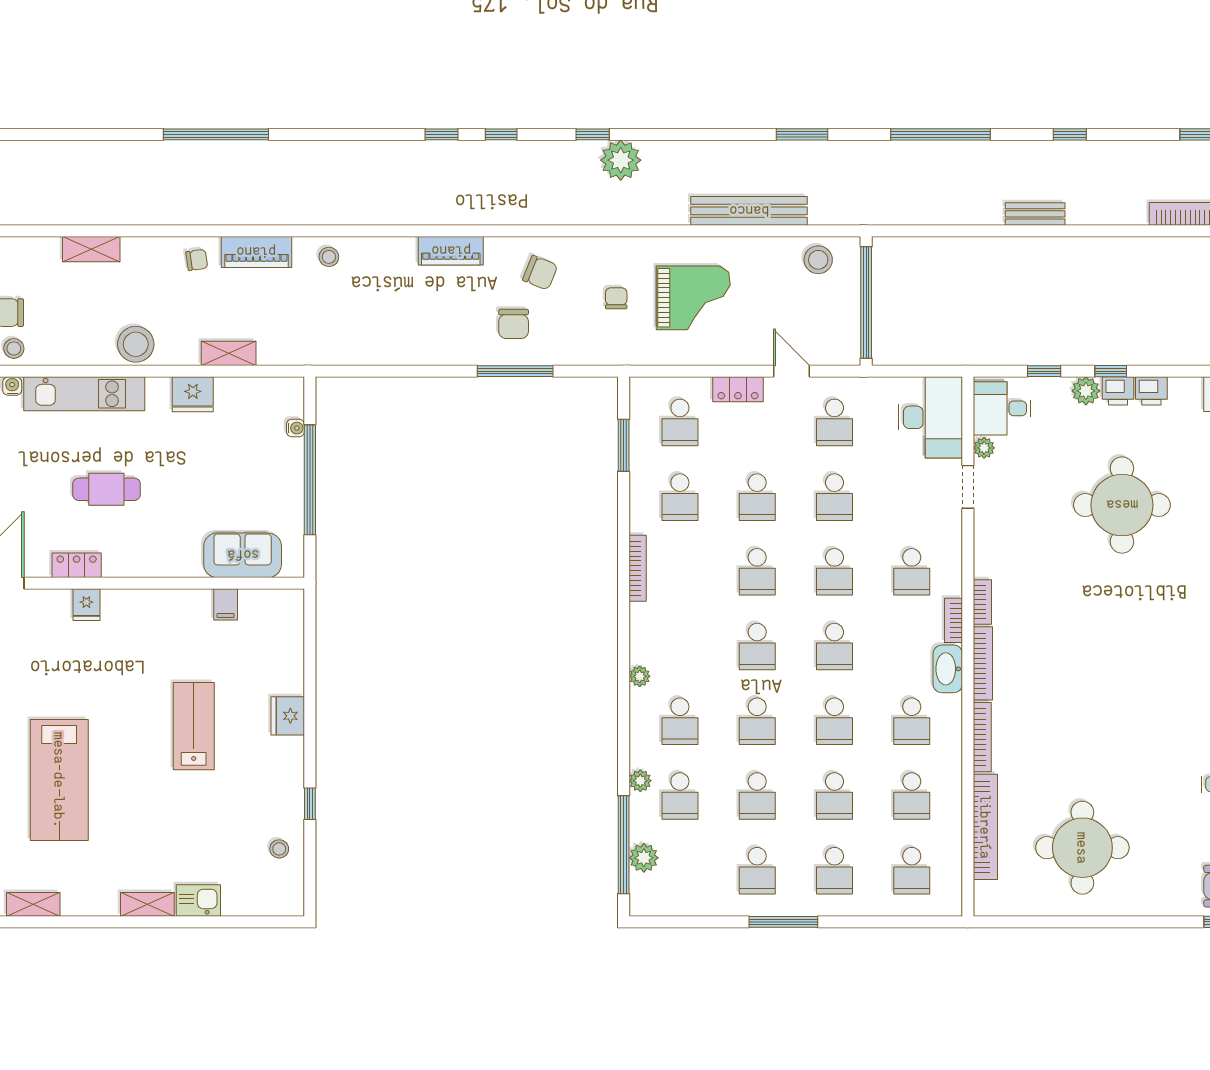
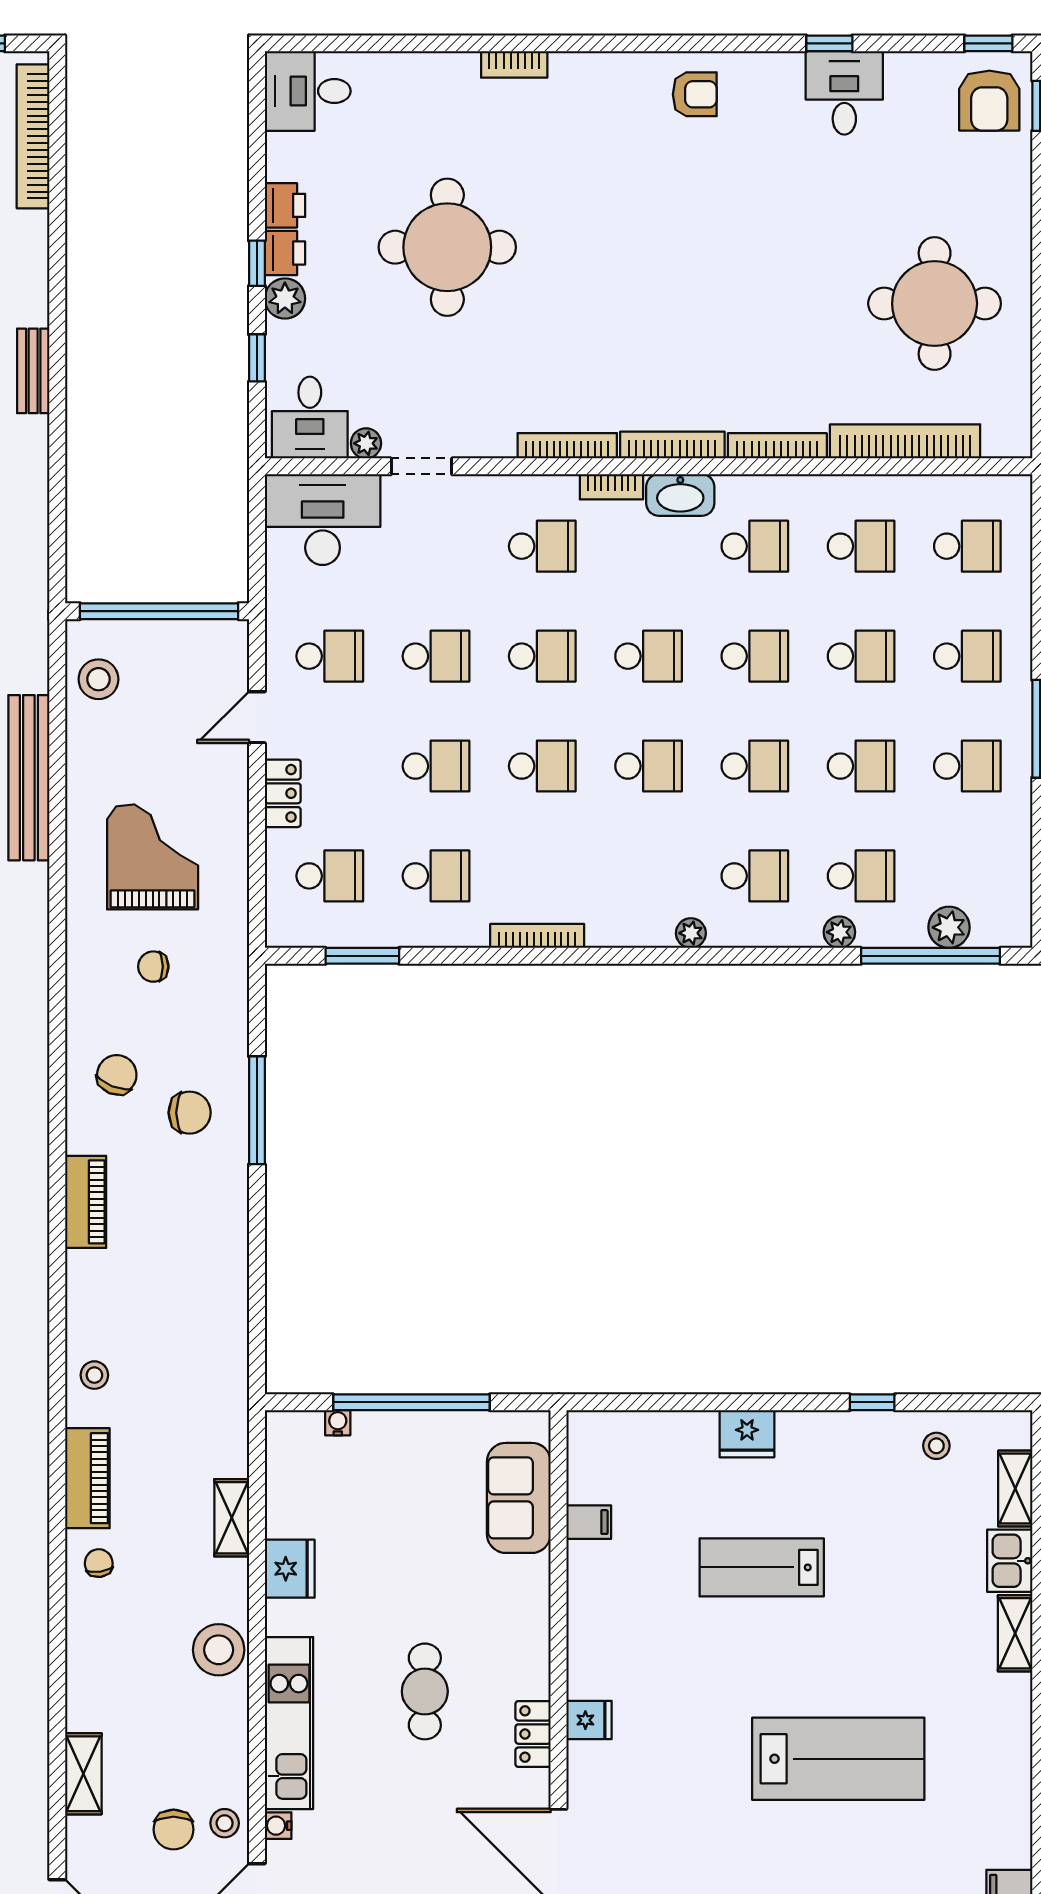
shelving: (91, 249) -> (83, 1774), moved
bookcase: (982, 602) -> (567, 446), width x1.56
shelving: (33, 904) -> (1015, 1489), moved

